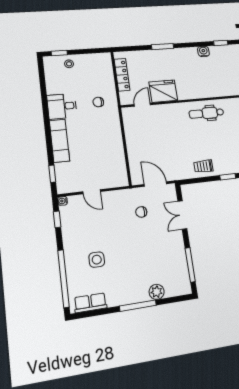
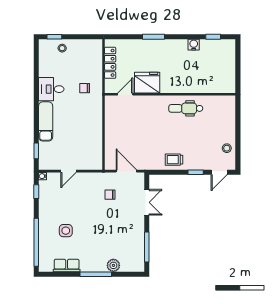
door: (92, 192) -> (68, 171), hinge flipped
double door: (182, 215) -> (147, 202), swing flipped
row of seats: (90, 303) -> (67, 265), moved

